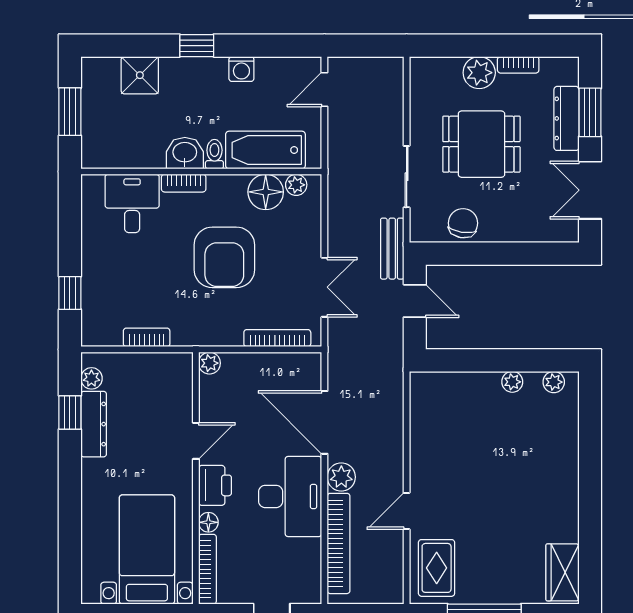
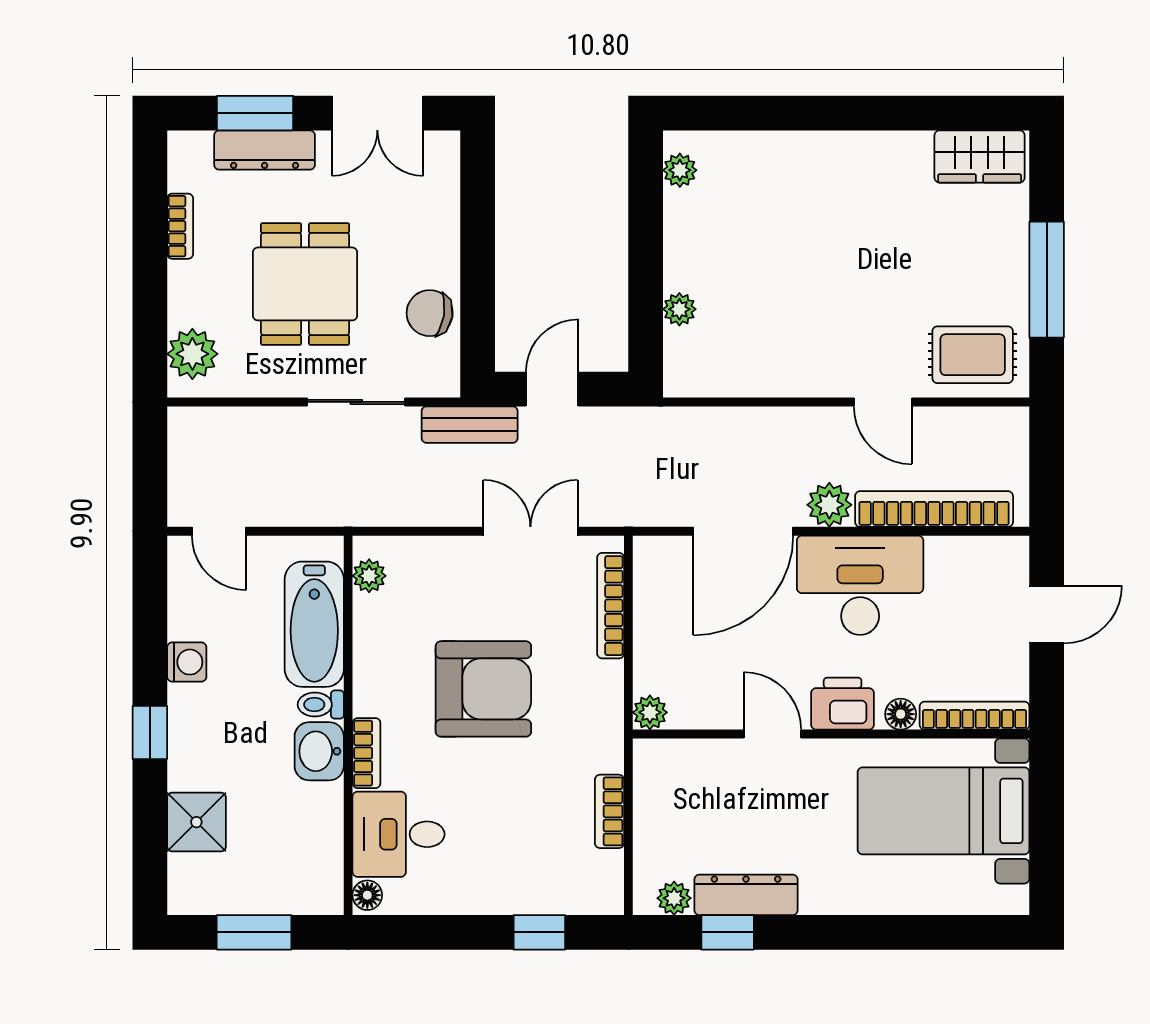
plant: (479, 73) -> (192, 354), moved
floor lamp: (266, 192) -> (367, 895), moved, width x0.53, depth x0.53
plant: (512, 382) -> (679, 309), moved

